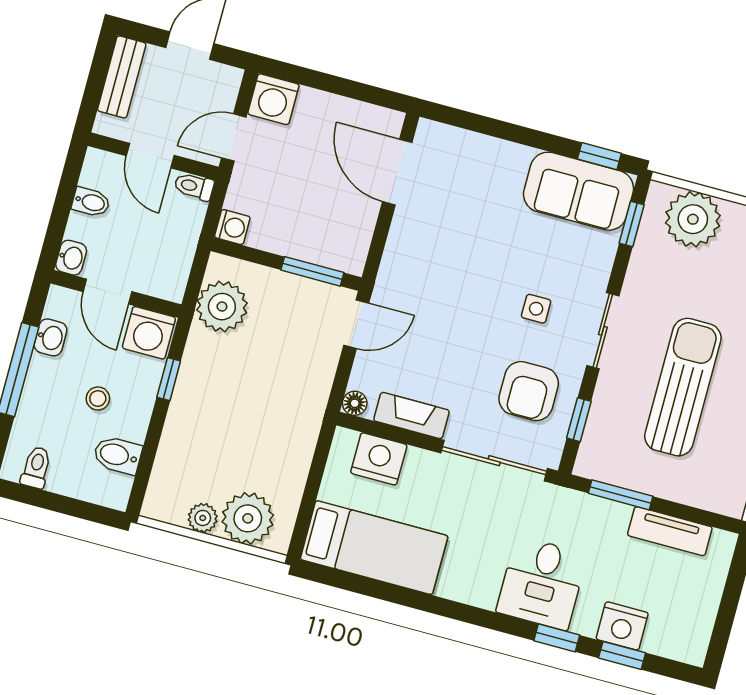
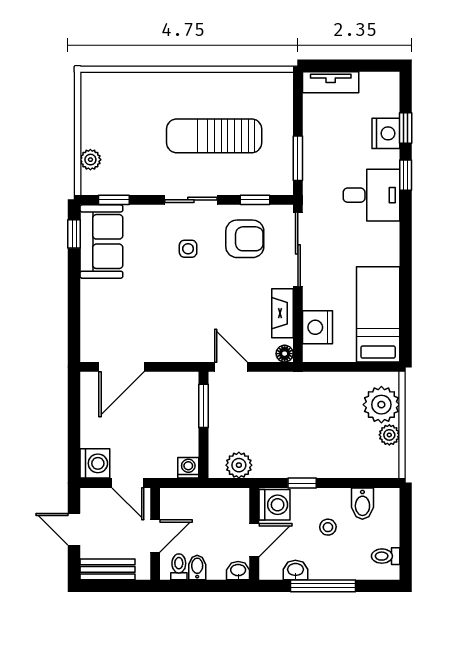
toilet: (194, 186) -> (179, 567), moved, turned 180
plant: (693, 219) -> (90, 160), width x0.53, depth x0.53
plant: (222, 307) -> (239, 465), width x0.73, depth x0.73
tv unit: (670, 531) -> (331, 82), moved, turned 90

